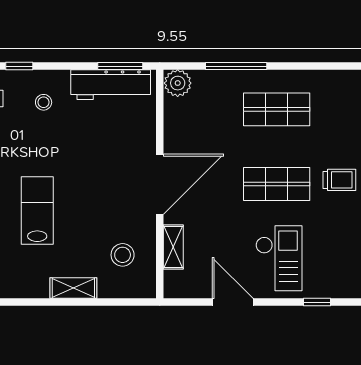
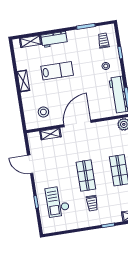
door: (160, 184) -> (77, 124), swing flipped
checkout: (279, 258) -> (57, 202), moved, turned 90
shelving: (73, 288) -> (23, 81), moved
door: (233, 302) -> (30, 164), swing flipped

